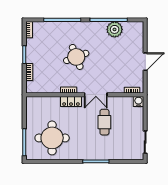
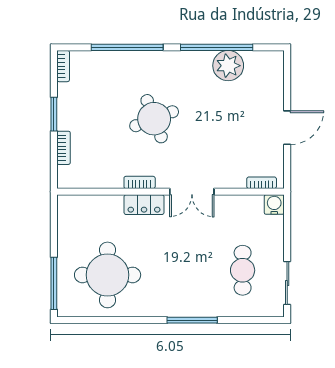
cafe table: (104, 122) -> (243, 270), moved

